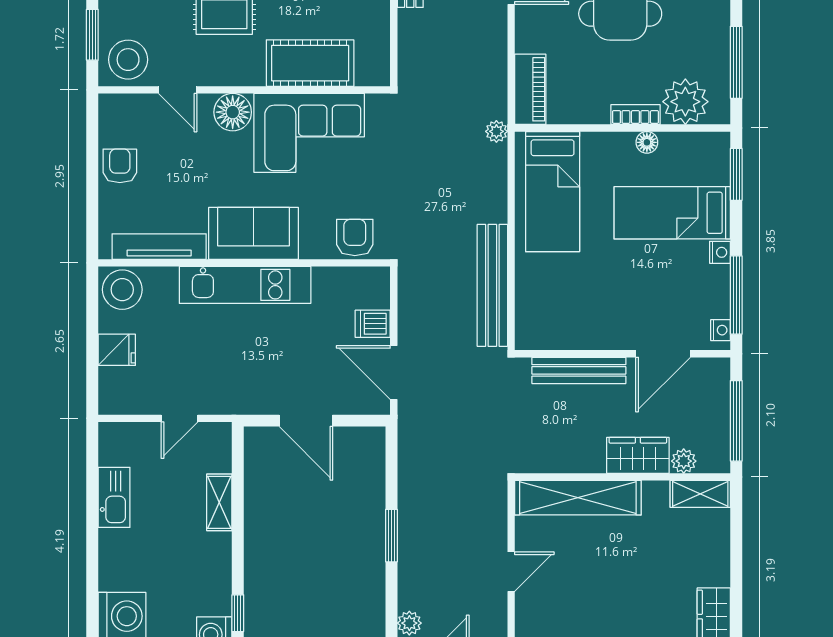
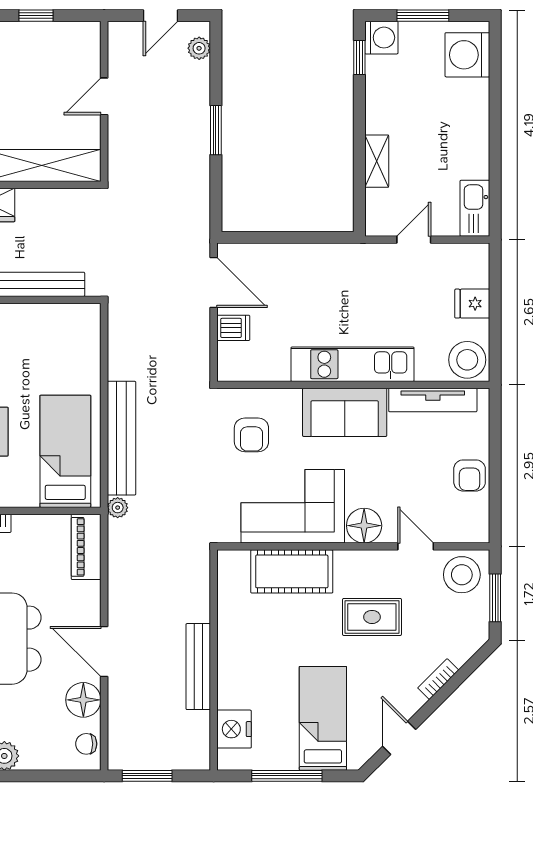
armchair: (355, 237) -> (251, 435), moved
bench: (492, 285) -> (122, 438), moved
door: (306, 421) -> (296, 237), removed
kitchen sink: (114, 497) -> (475, 208), moved

